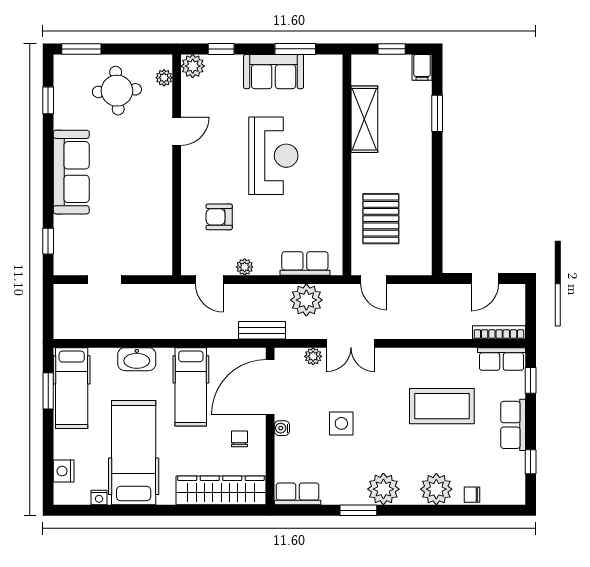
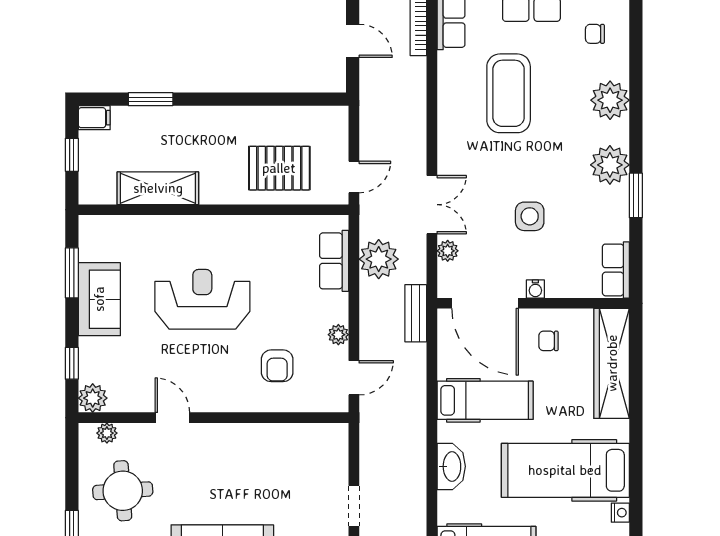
chair: (472, 495) -> (595, 34), moved, turned 90

